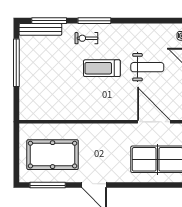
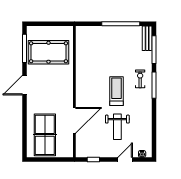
bench: (40, 29) -> (147, 38), width x0.73
door: (154, 122) -> (74, 120), moved
pool table: (53, 155) -> (49, 52), turned 90

